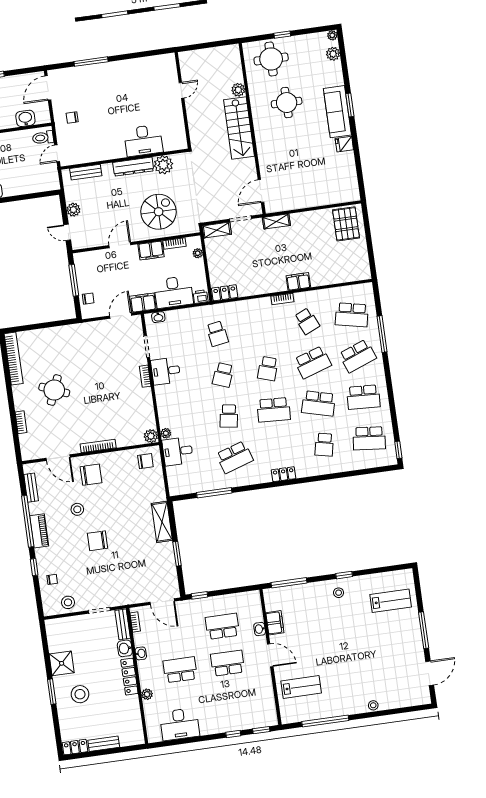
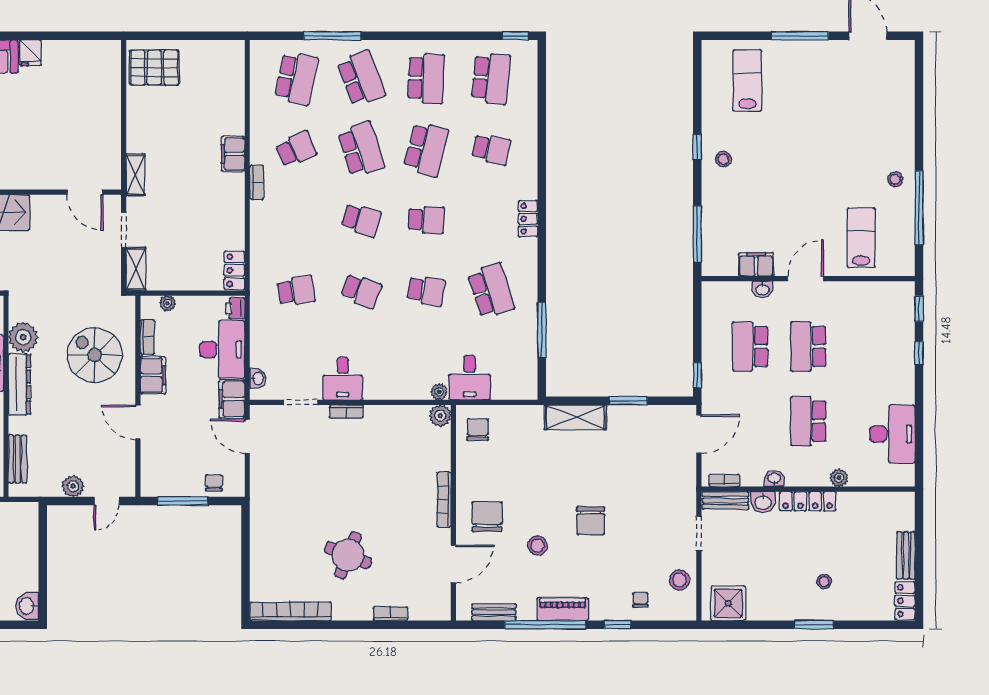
school desk: (274, 410) -> (426, 220), width x0.54
shower: (62, 663) -> (728, 603), moved
stool: (80, 694) -> (824, 581), width x0.53, depth x0.53
stool: (373, 705) -> (895, 179), moved

